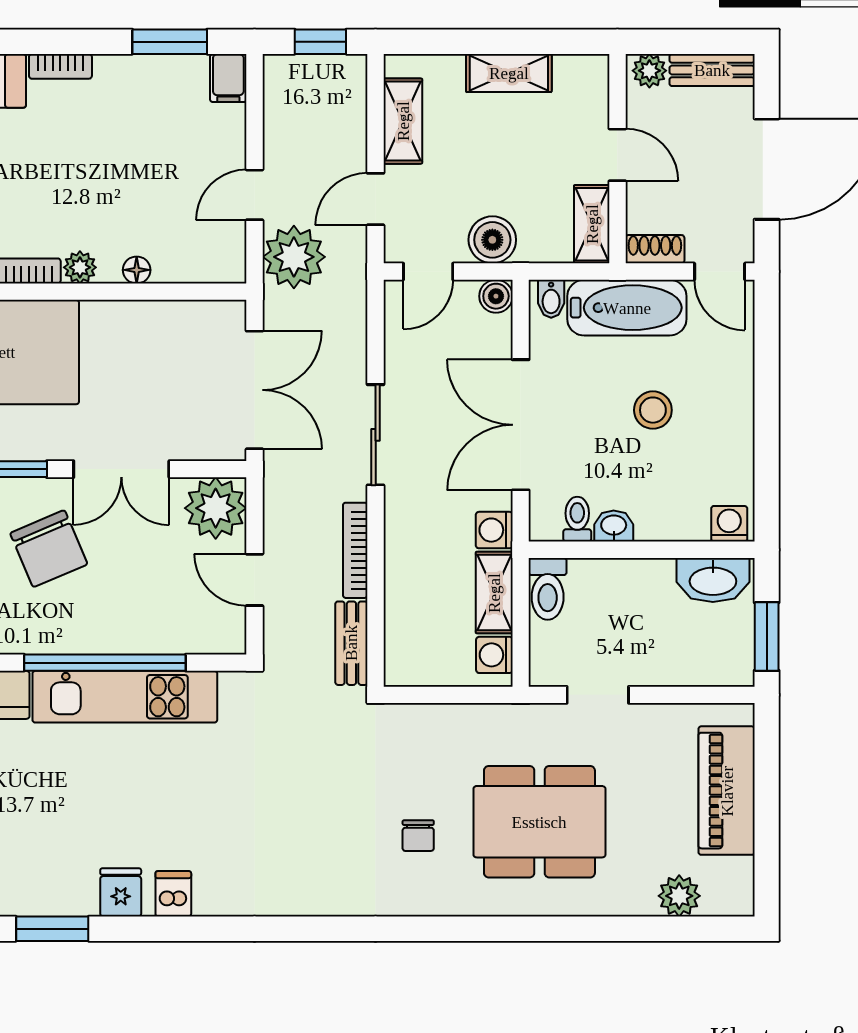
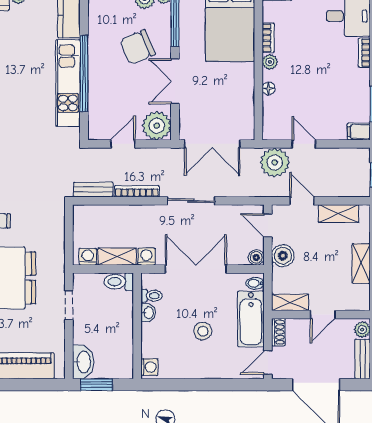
washbasin: (713, 580) -> (83, 362), moved, turned 180

